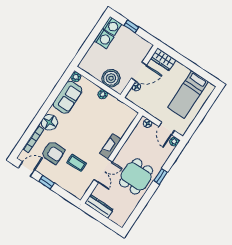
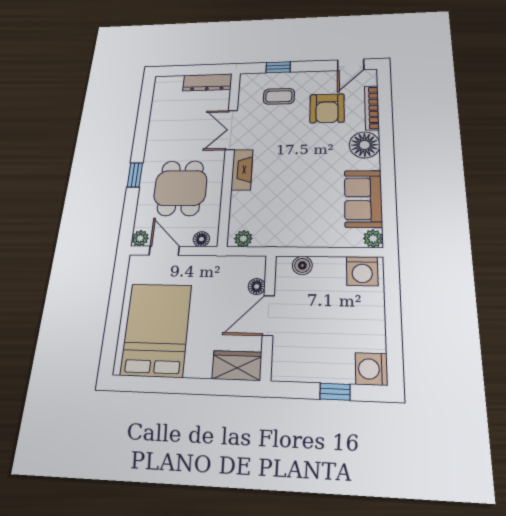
washing machine: (104, 39) -> (362, 271), moved, turned -90
boiler: (111, 78) -> (302, 265), width x0.54, depth x0.54
plant: (103, 94) -> (243, 239), moved
bed: (188, 94) -> (157, 329), width x1.50
armchair: (53, 153) -> (327, 108), turned -90
coffee table: (77, 163) -> (279, 96), moved
dining table: (136, 176) -> (180, 188), moved
window: (47, 182) -> (278, 67), moved

